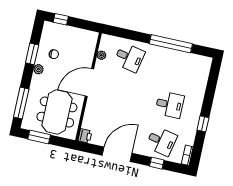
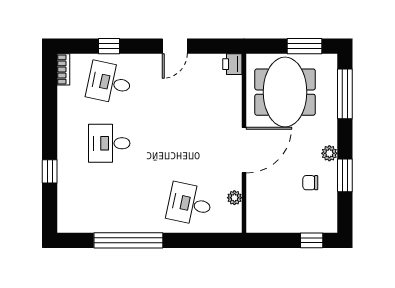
window: (203, 124) -> (50, 171), moved
door: (117, 154) -> (175, 46), width x0.53

